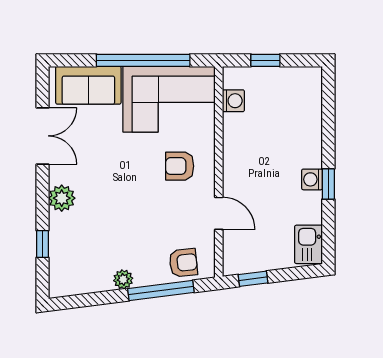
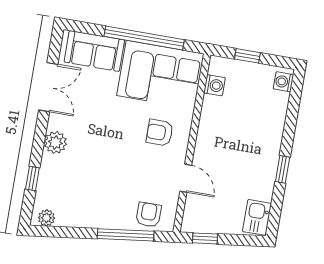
washing machine: (312, 179) -> (283, 82), moved
armchair: (183, 263) -> (149, 215), turned -84
plant: (123, 279) -> (46, 218), moved

